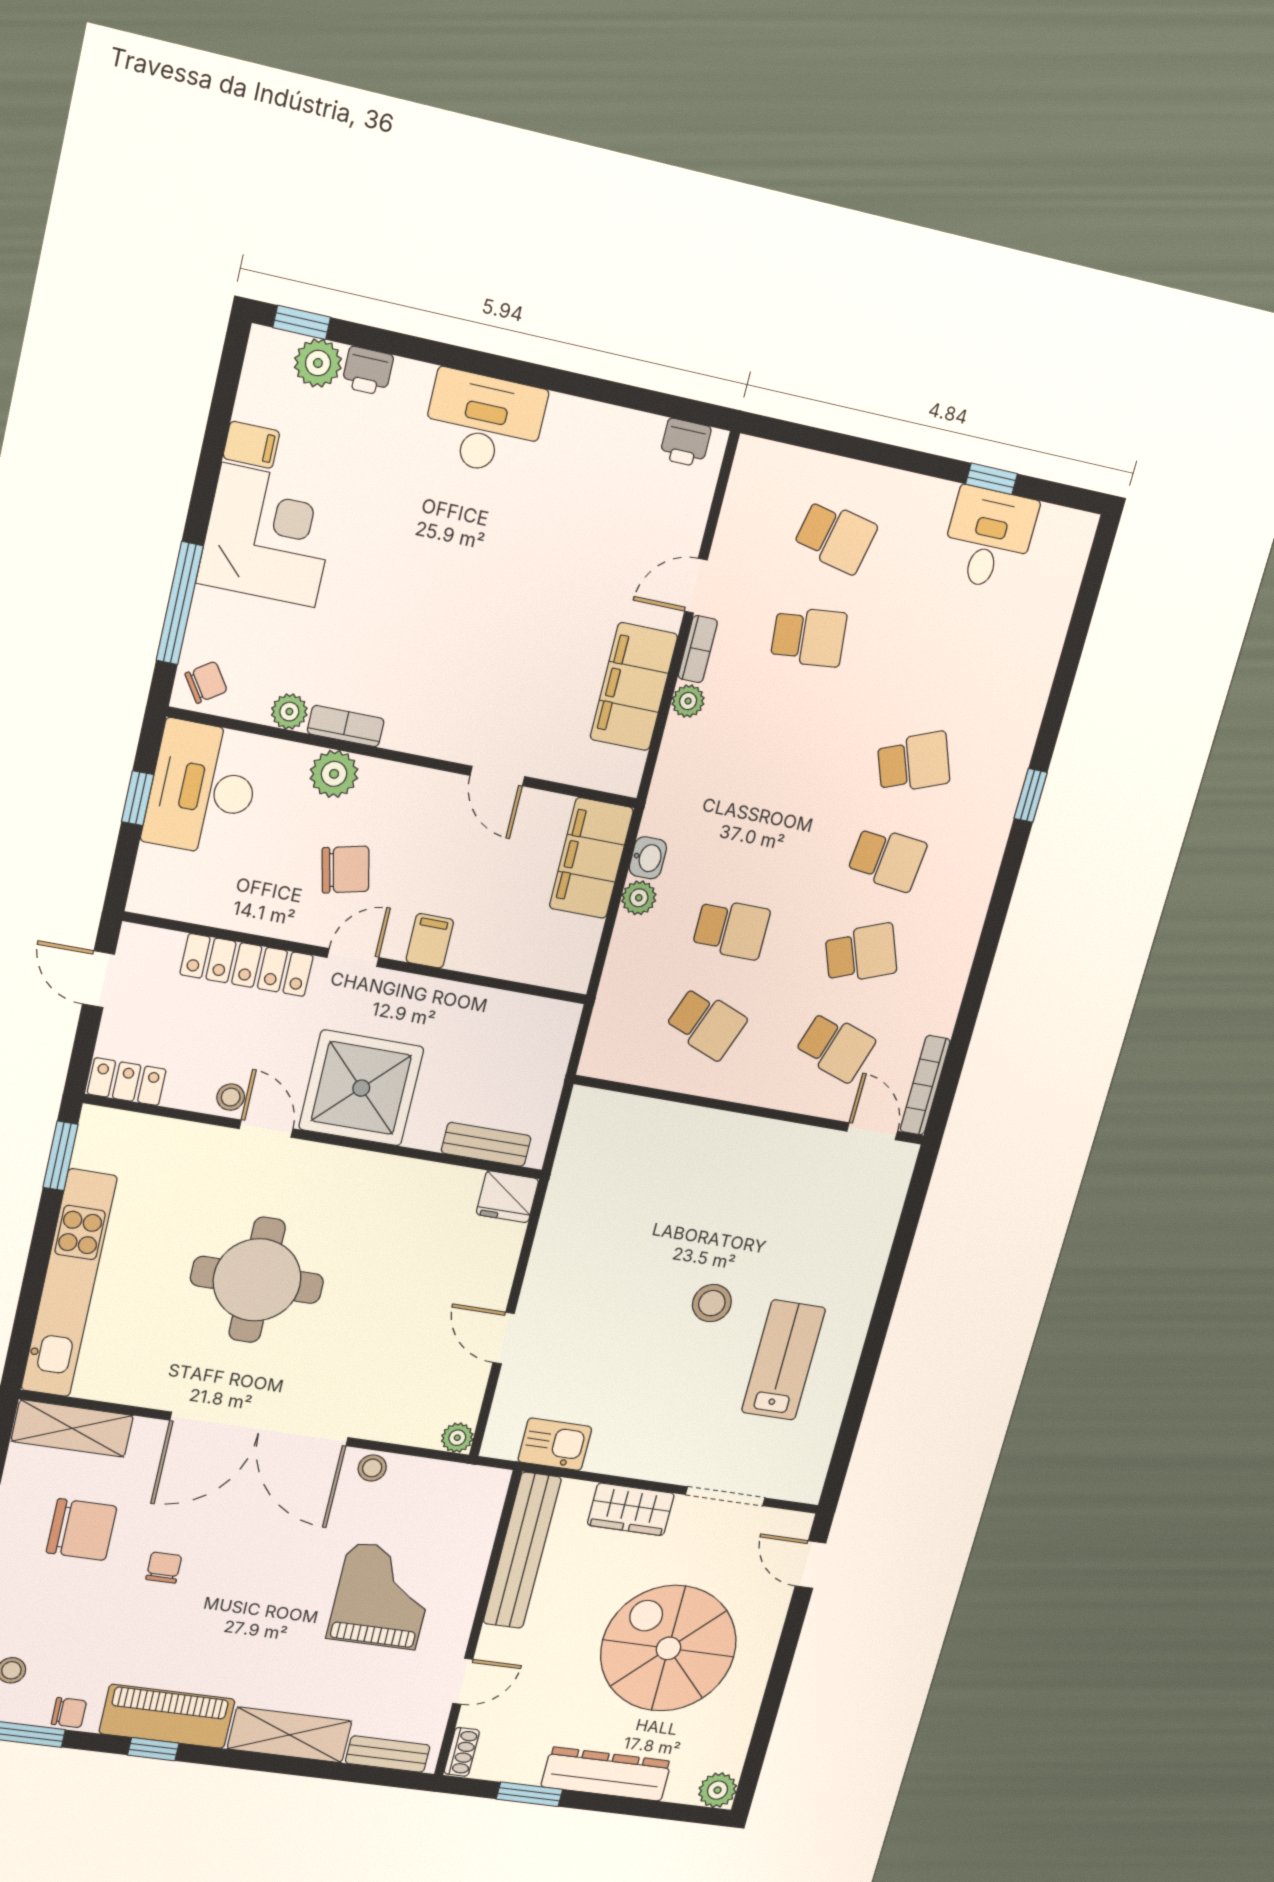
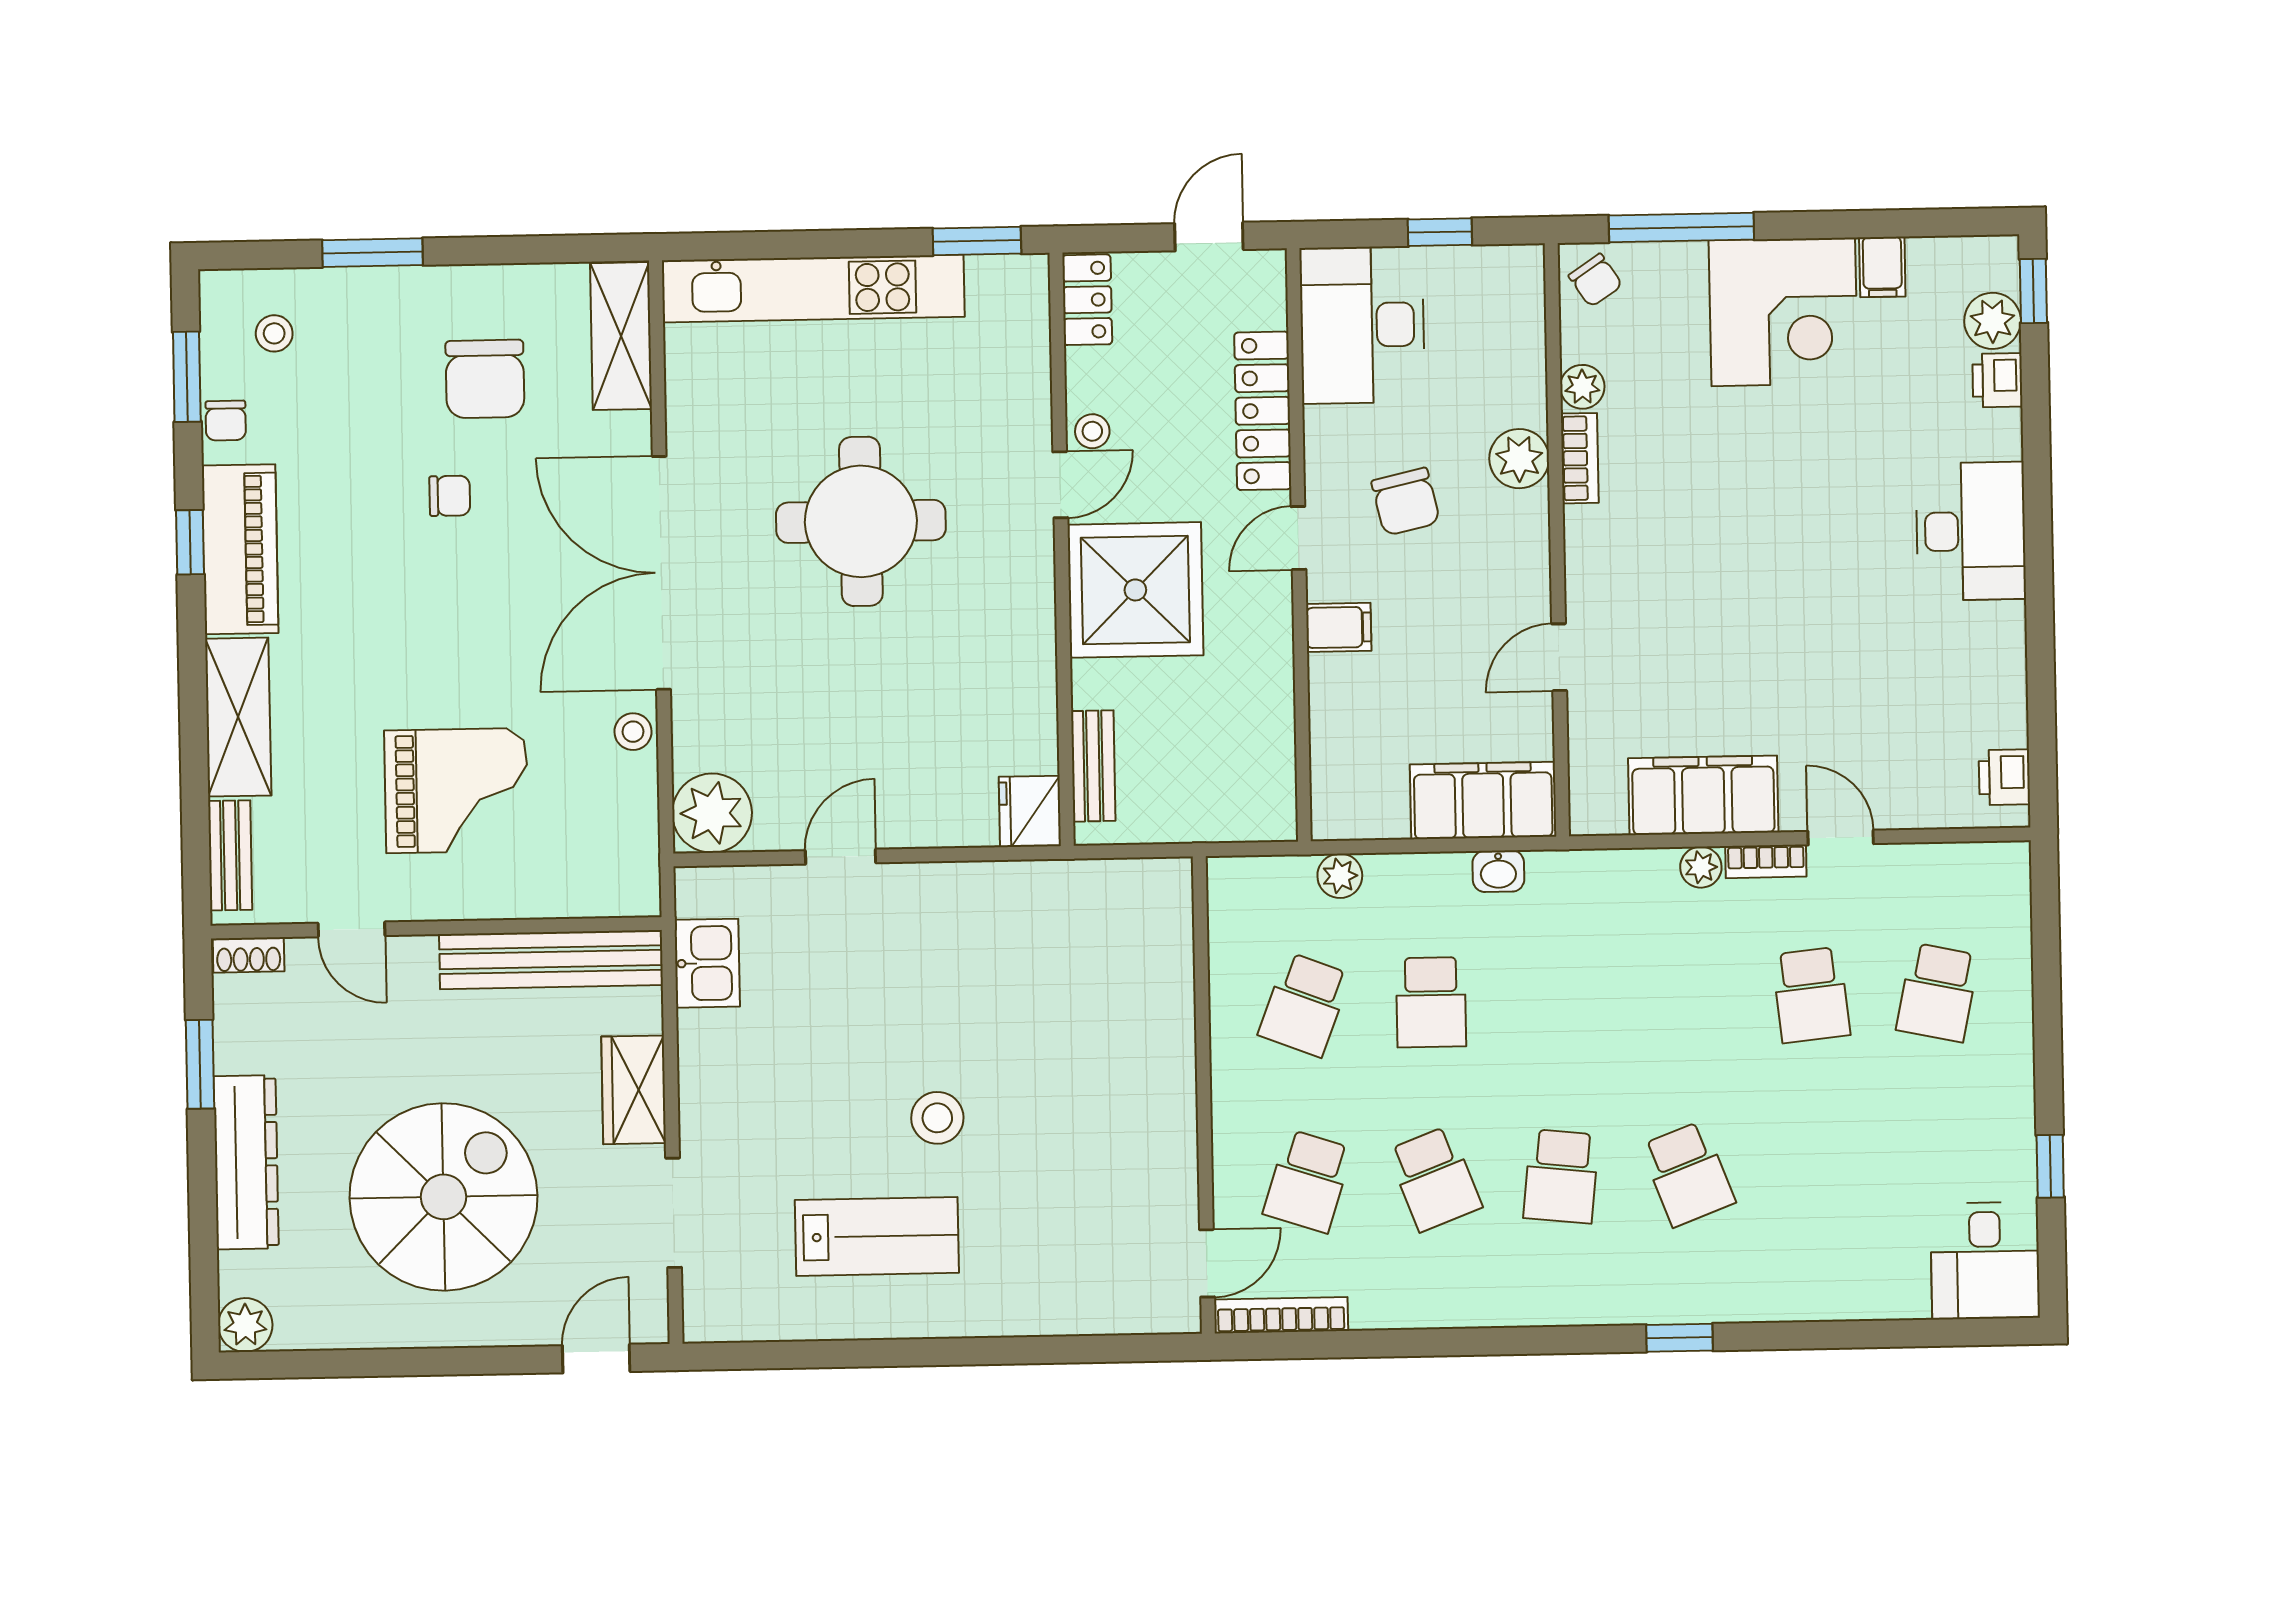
desk: (989, 538) -> (1985, 1261), moved, turned 90
desk: (203, 789) -> (1362, 325), moved, turned -90
plant: (639, 898) -> (1340, 876), moved
door: (353, 957) -> (1299, 538), swing flipped
plant: (457, 1438) -> (712, 813), width x1.88, depth x1.88

